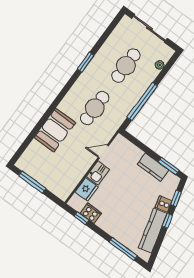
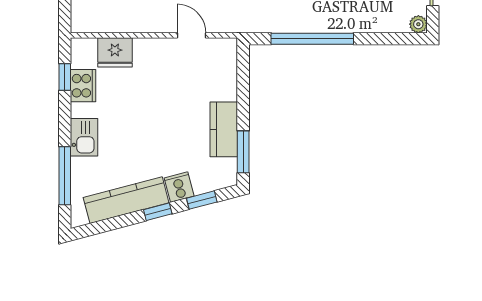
plant: (160, 65) -> (418, 24), moved
kitchen sink: (98, 173) -> (84, 137), moved, turned -90

